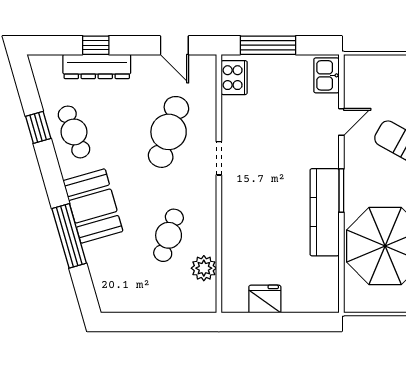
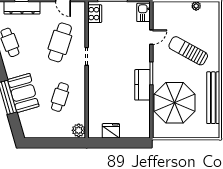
booth: (93, 206) -> (23, 93), moved
kitchen counter: (325, 212) -> (142, 85), width x0.67
plant: (204, 268) -> (79, 130), moved

